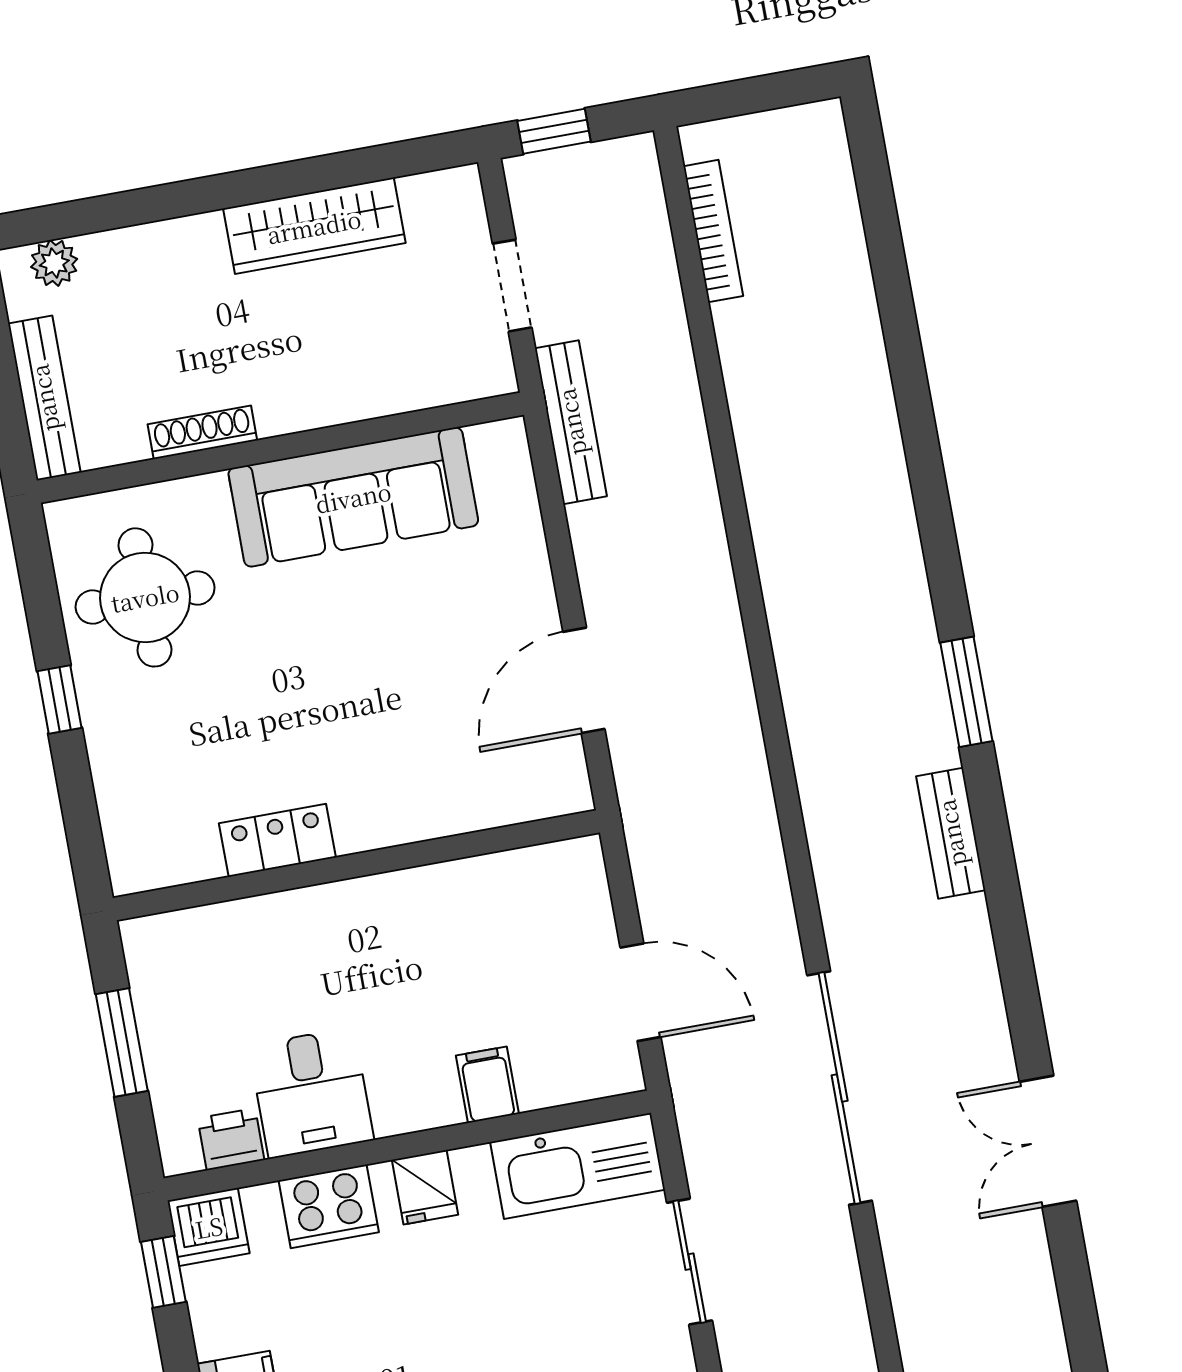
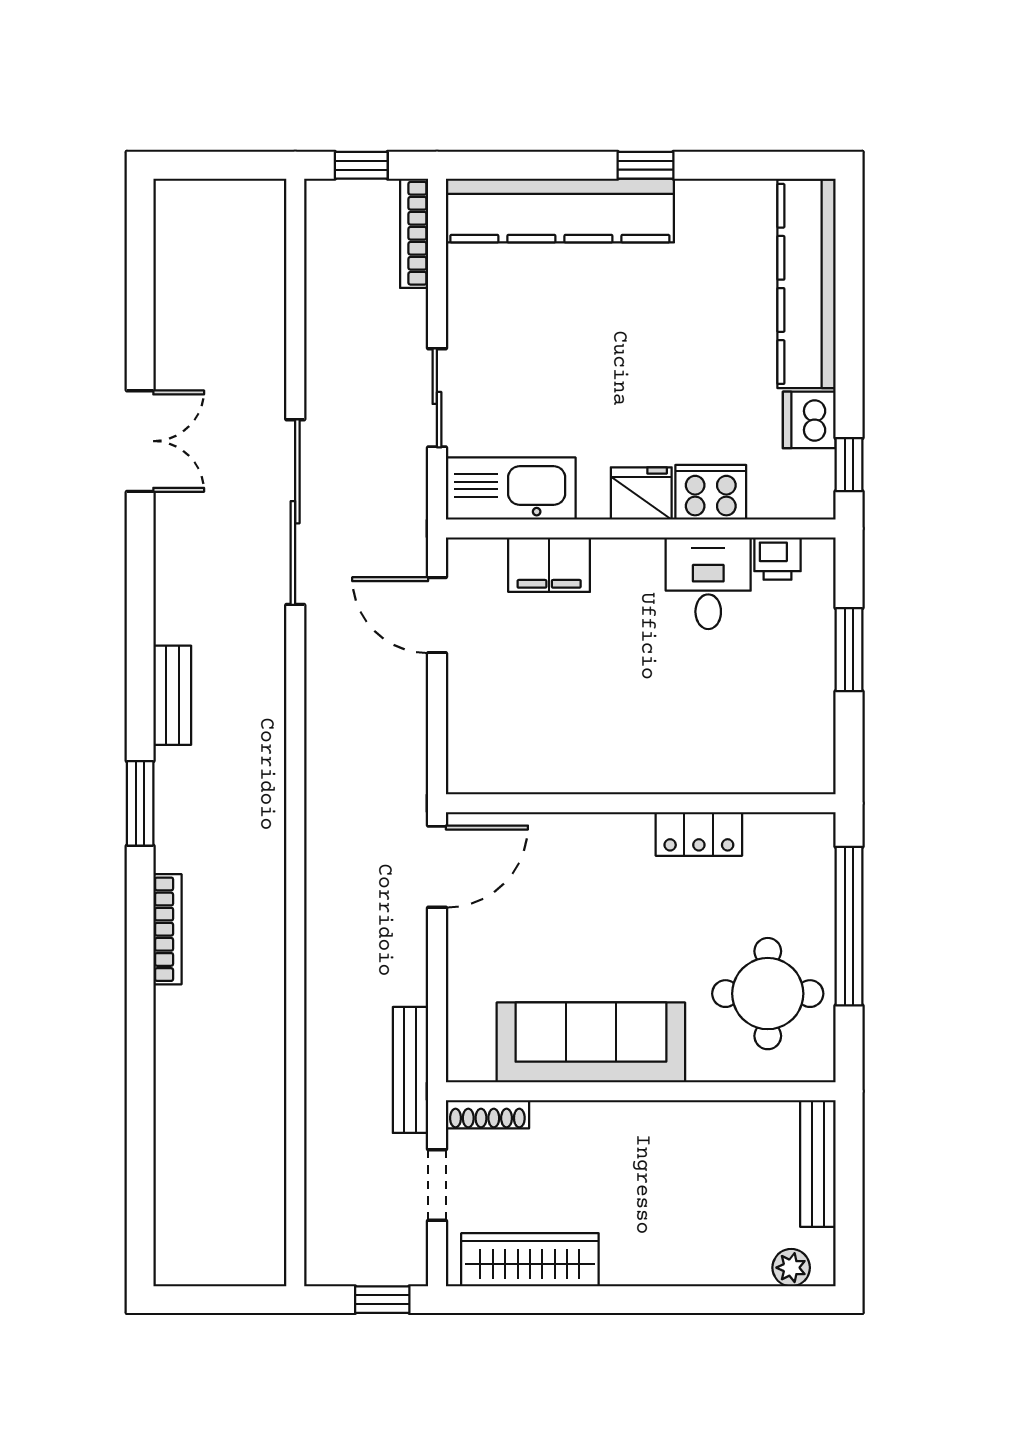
wardrobe: (314, 226) -> (530, 1260), moved
bookcase: (713, 231) -> (167, 929), moved, turned 180
shoe rack: (202, 432) -> (487, 1114), moved
window: (59, 699) -> (849, 926), width x3.17
locker: (277, 840) -> (699, 834), moved
wall: (356, 865) -> (641, 803), moved
filing cabinet: (487, 1085) -> (549, 565), width x2.00
fridge: (425, 1187) -> (641, 494), width x1.38
dishwasher: (209, 1227) -> (809, 420), moved, turned -90

